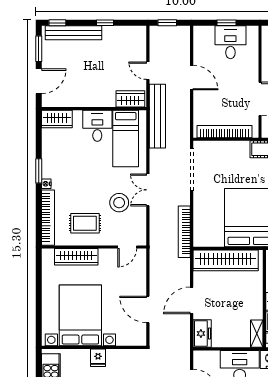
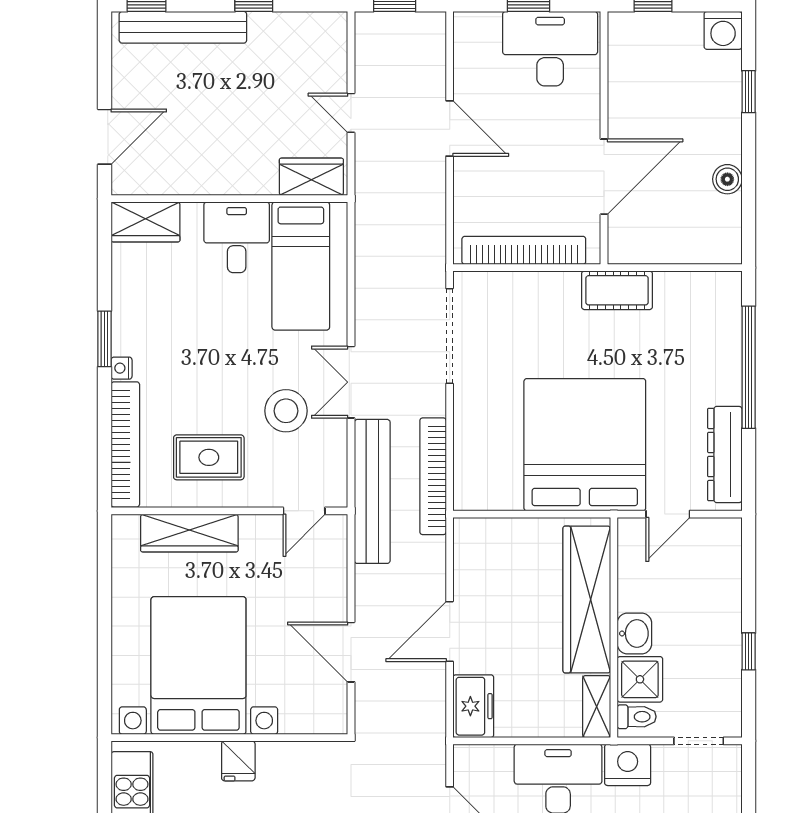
desk: (230, 42) -> (550, 49), width x1.37
window: (39, 49) -> (105, 63), removed
bench: (157, 116) -> (372, 491), moved
wardrobe: (226, 260) -> (587, 599), moved, turned 90

